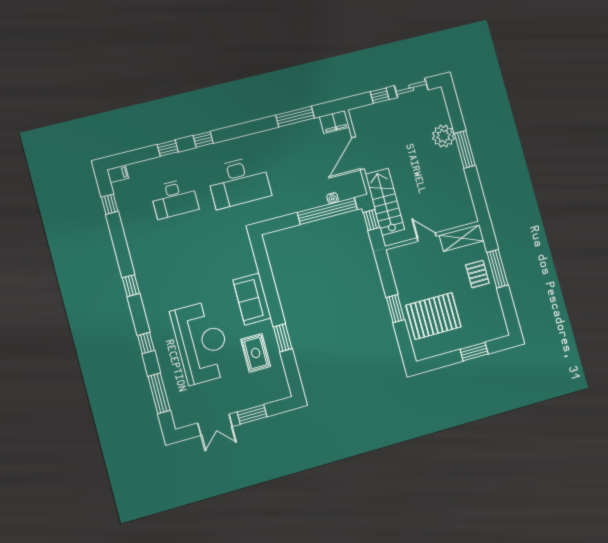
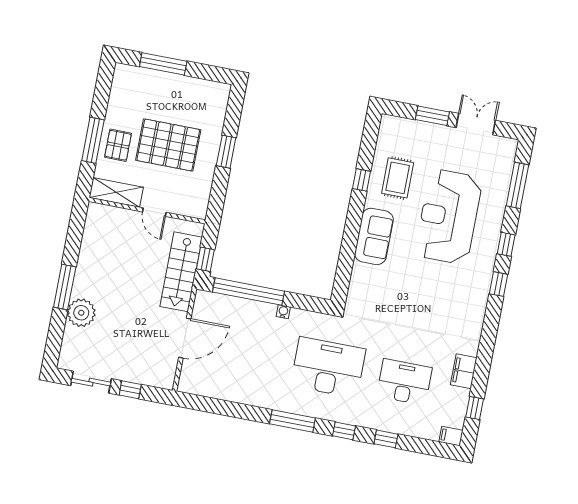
window: (295, 117) -> (292, 421), moved
filing cabinet: (334, 122) -> (464, 371), moved, turned -90
water cooler: (333, 198) -> (283, 312), moved
window: (131, 286) -> (498, 284), moved
pallet: (434, 316) -> (168, 145), moved
window: (283, 338) -> (361, 180), width x0.67
window: (474, 352) -> (163, 64), width x1.44

